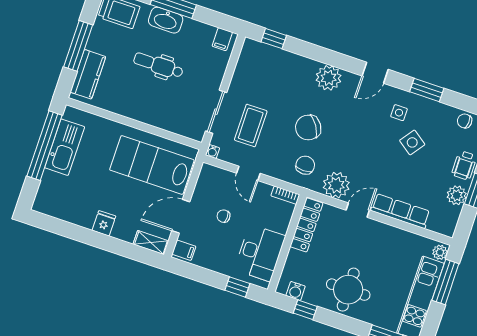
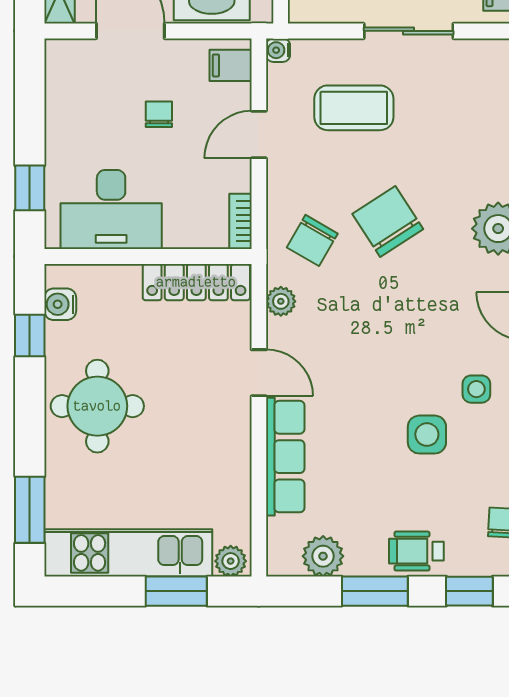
sliding door: (216, 112) -> (409, 31), moved
side table: (412, 142) -> (427, 435), turned -36
chair: (305, 165) -> (312, 240), turned 120
plant: (336, 185) -> (281, 301), width x0.53, depth x0.53
plant: (457, 195) -> (323, 556), moved
filing cabinet: (184, 250) -> (231, 65), moved, turned 90
window: (445, 282) -> (176, 591), width x0.69

